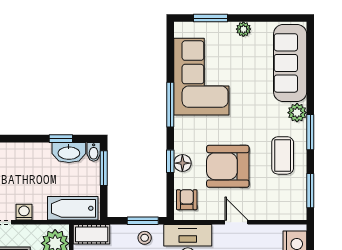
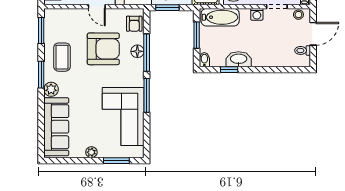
washbasin: (69, 153) -> (239, 59), moved
window: (170, 161) -> (147, 53), width x2.17
window: (104, 168) -> (197, 35), moved

